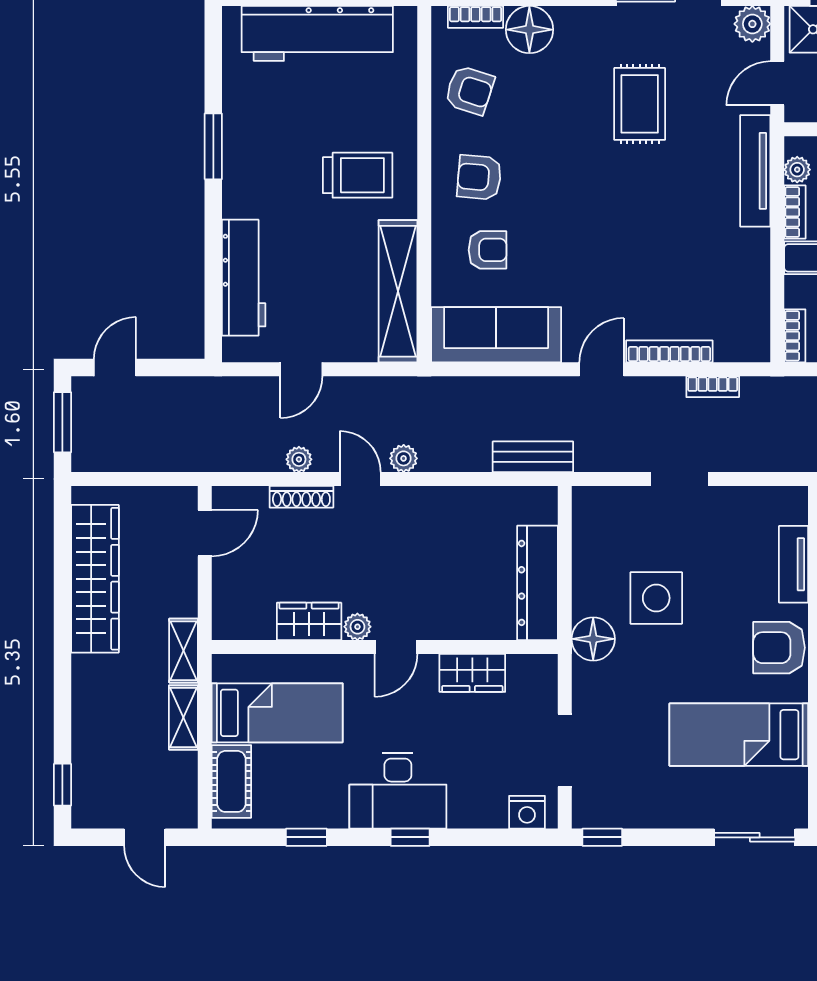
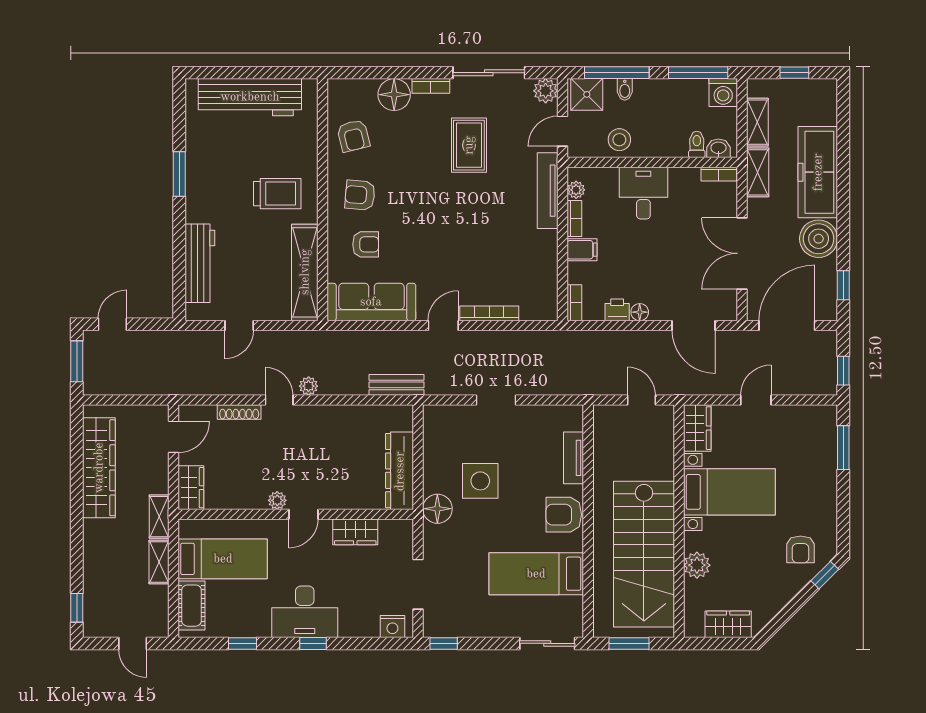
bookcase: (476, 17) -> (431, 86), moved
armchair: (469, 90) -> (353, 136), turned 58
bookcase: (713, 387) -> (519, 337), removed
plant: (299, 459) -> (237, 387), removed
wardrobe: (309, 621) -> (191, 488), moved, turned 90

